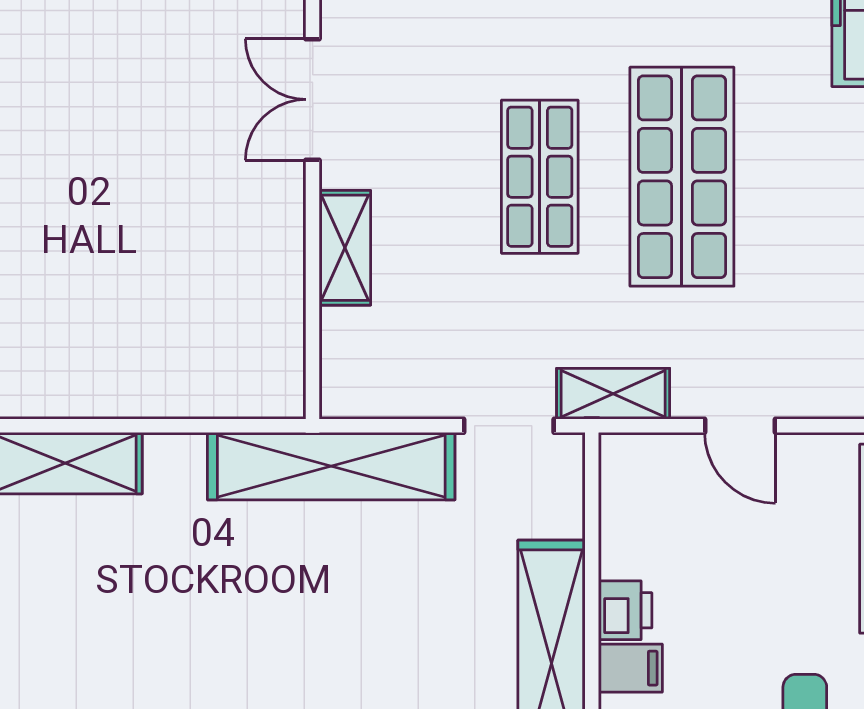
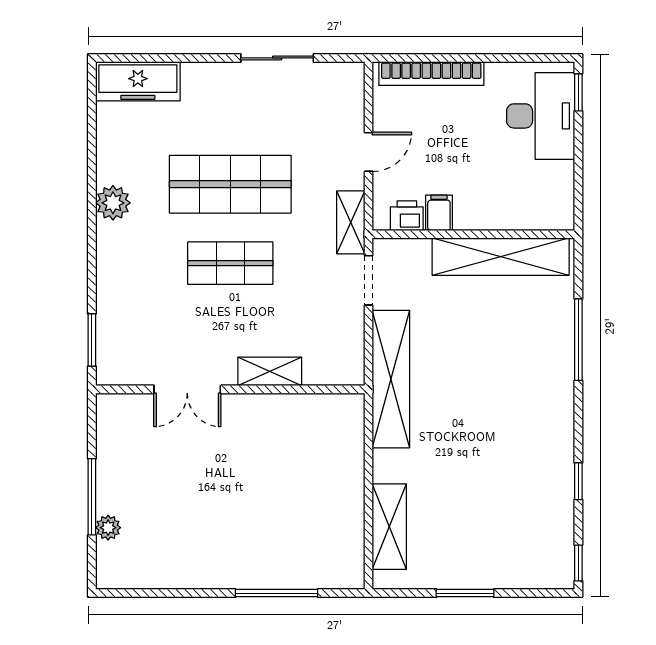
printer: (625, 610) -> (407, 216), moved
filing cabinet: (630, 668) -> (439, 213), moved

